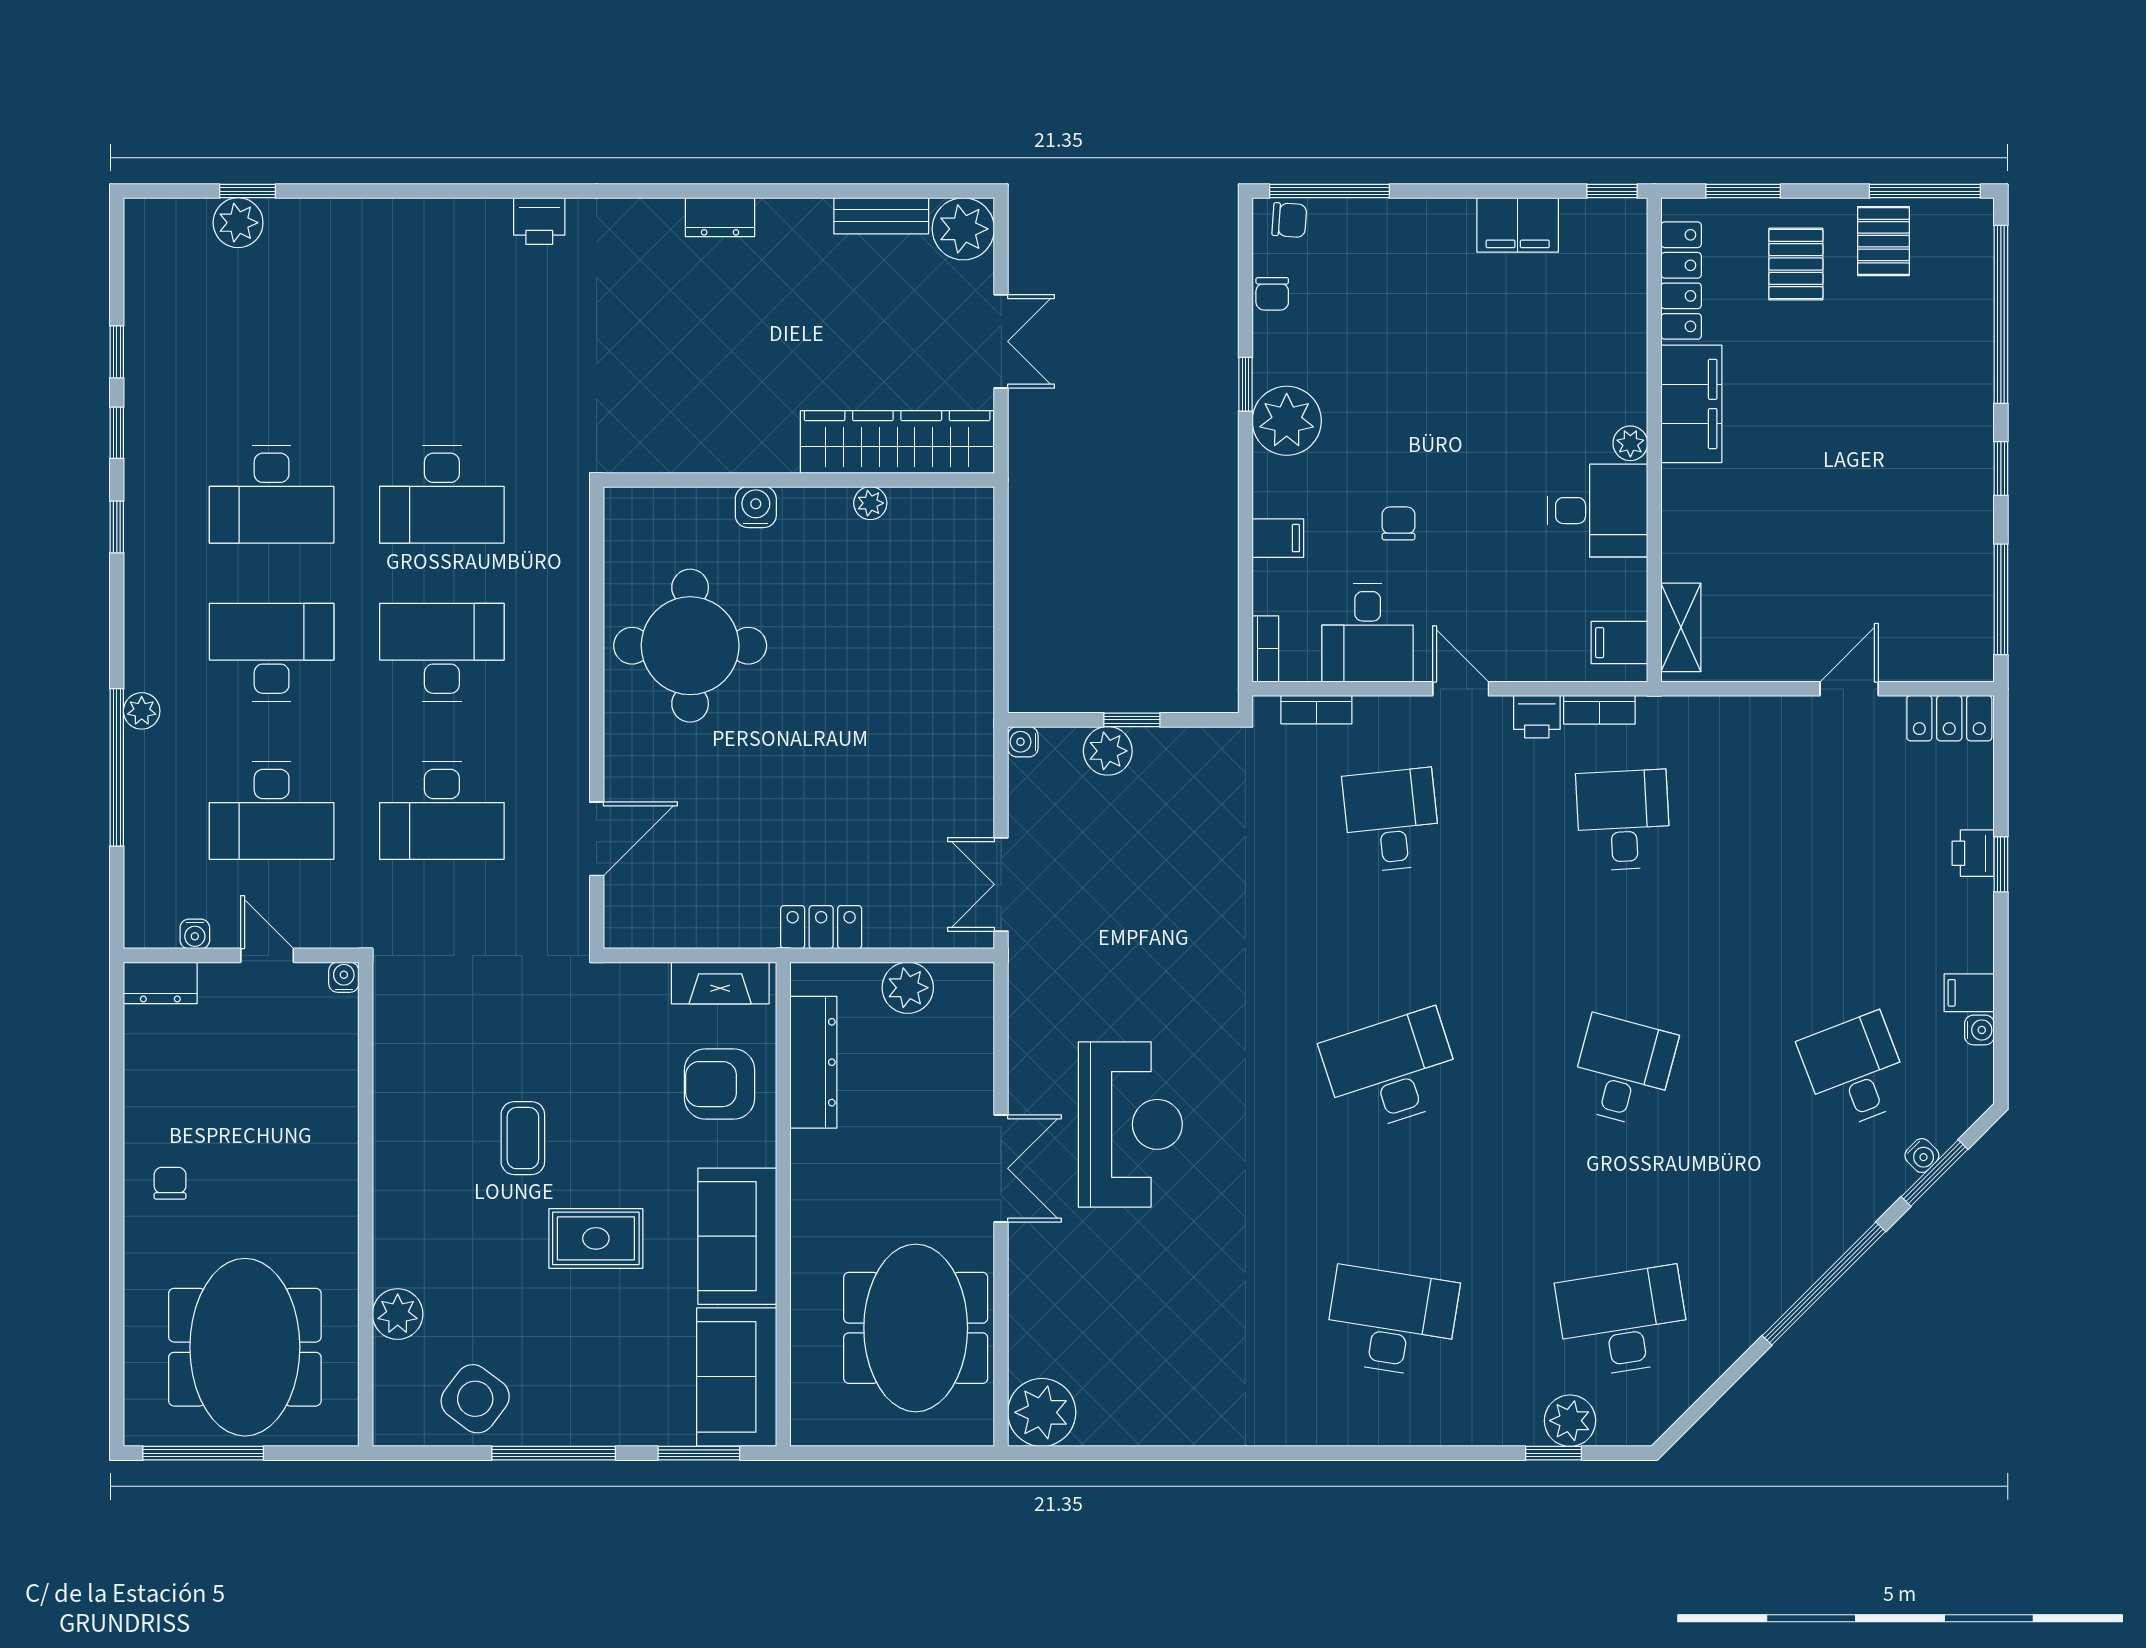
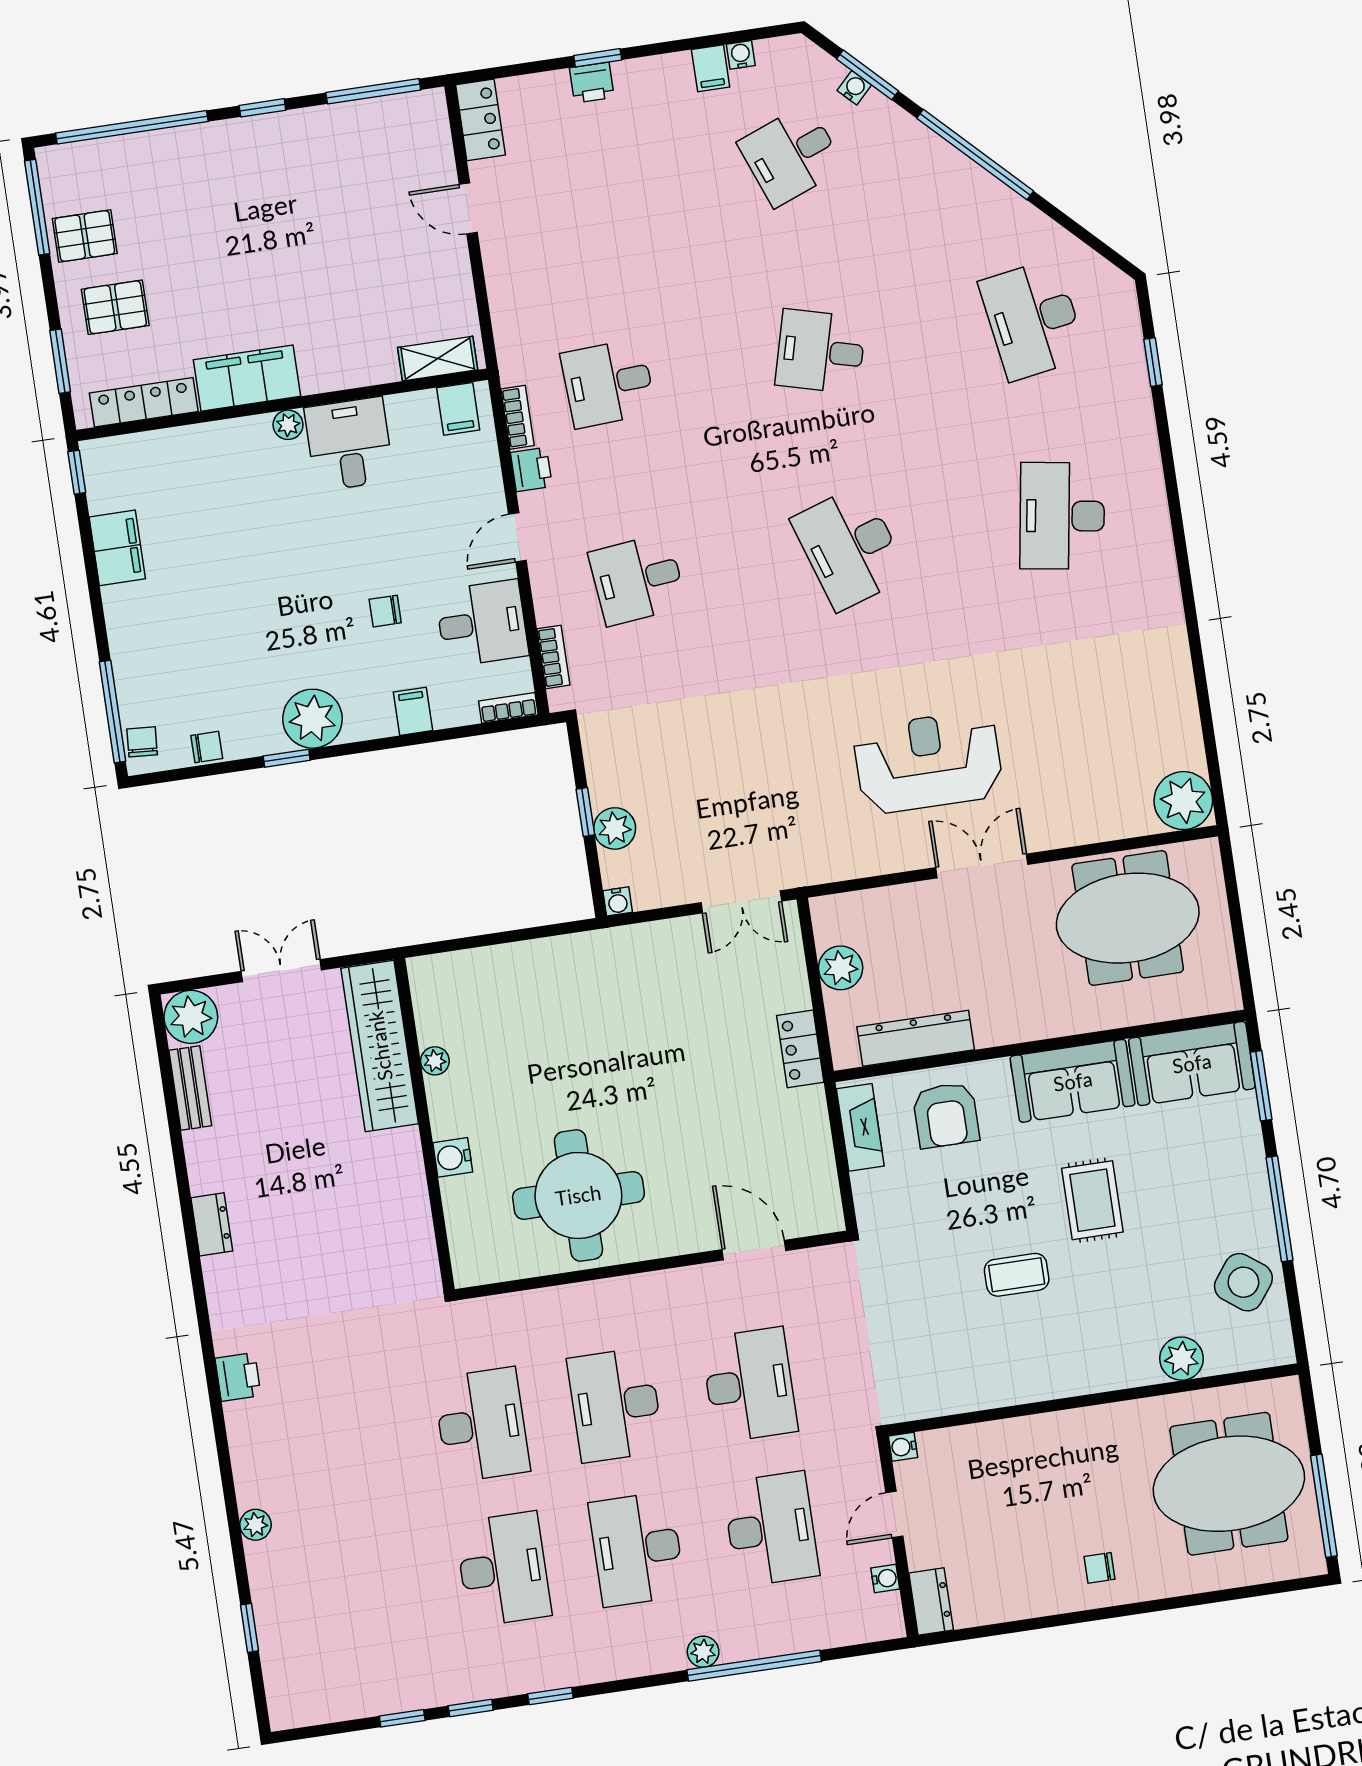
plant: (238, 223) -> (256, 1525), moved, width x0.73, depth x0.73
plant: (1570, 1421) -> (1123, 352), removed

